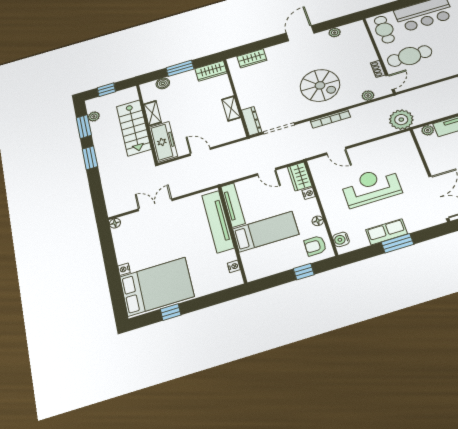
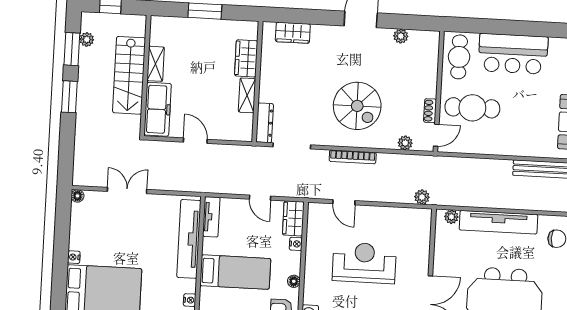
wardrobe: (211, 71) -> (246, 58), moved, turned 90
boiler: (163, 83) -> (179, 25), removed
plant: (401, 120) -> (422, 197), width x0.53, depth x0.53
tv unit: (233, 205) -> (211, 217), width x0.71

